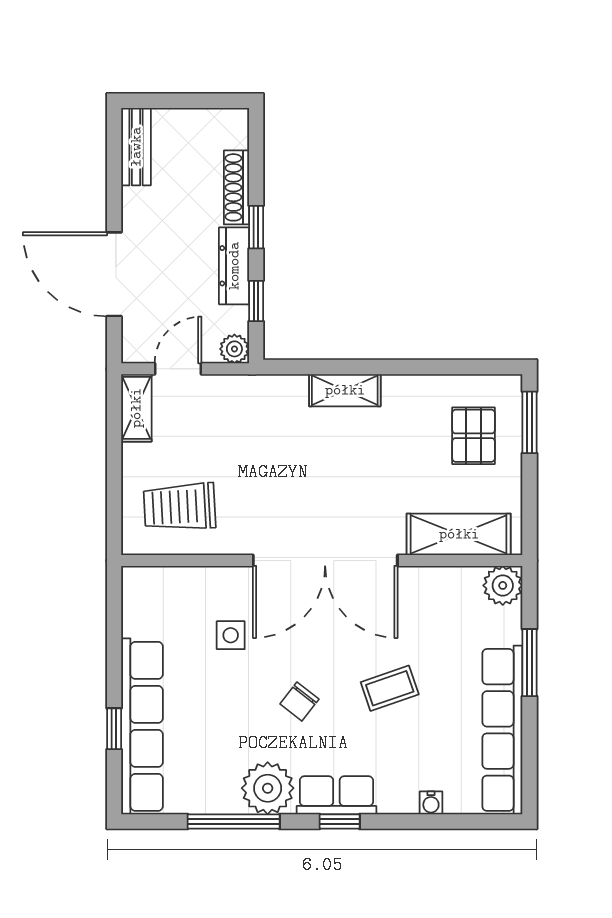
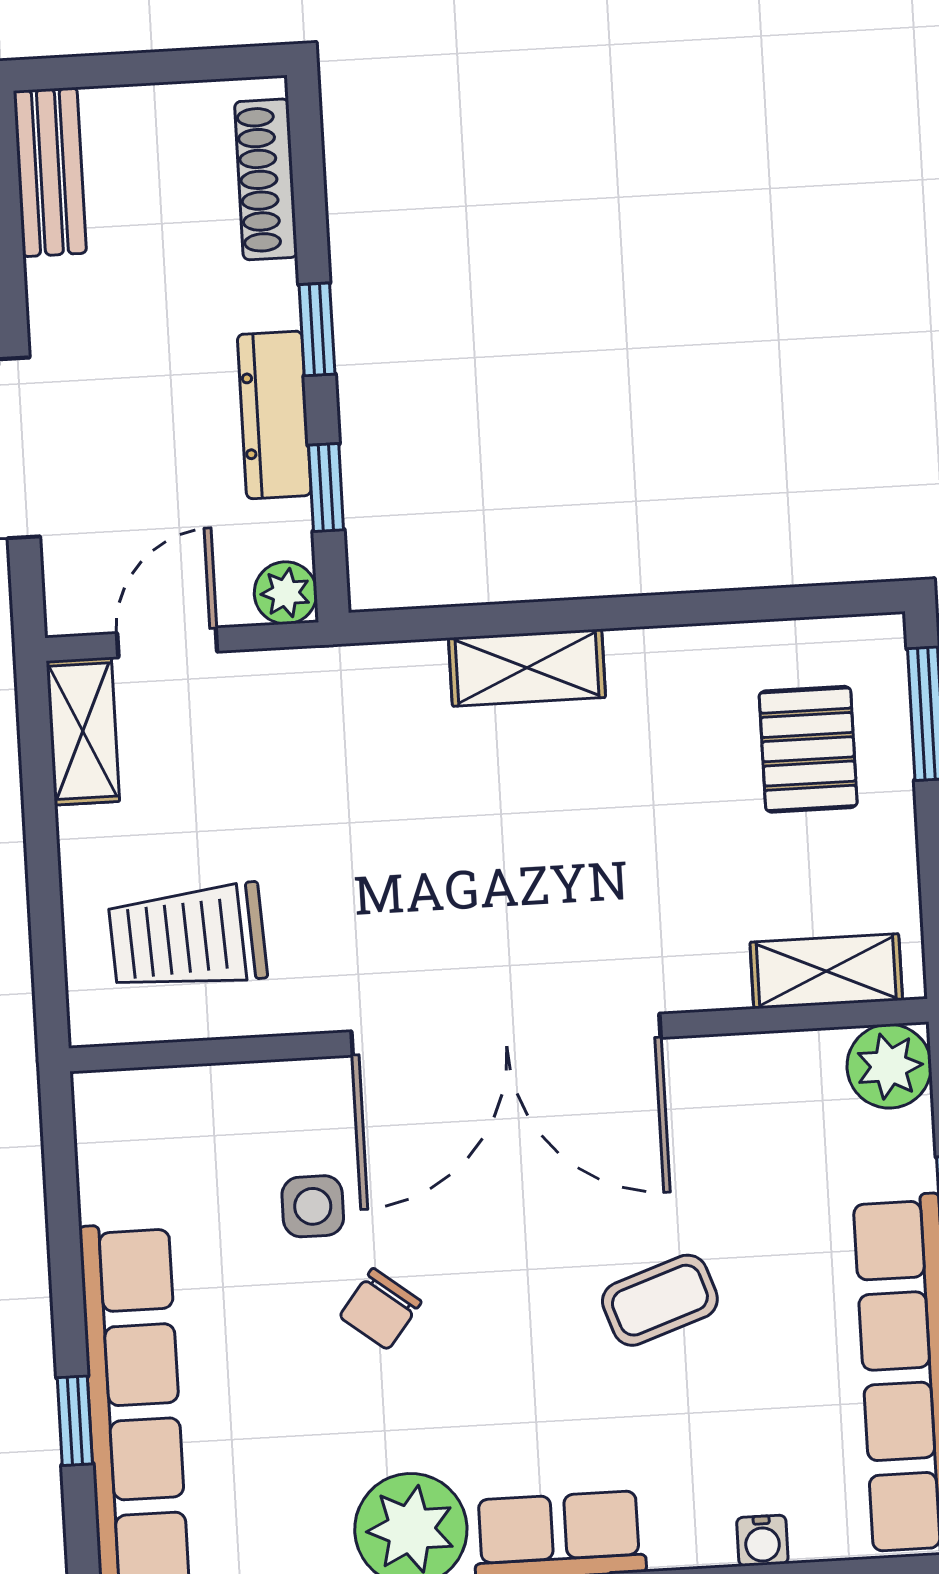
shoe rack: (236, 187) -> (266, 179), moved
shelving: (459, 534) -> (826, 971), width x0.67, depth x0.75
chair: (299, 702) -> (380, 1309), moved

